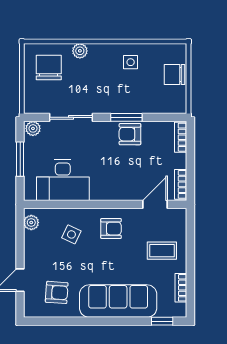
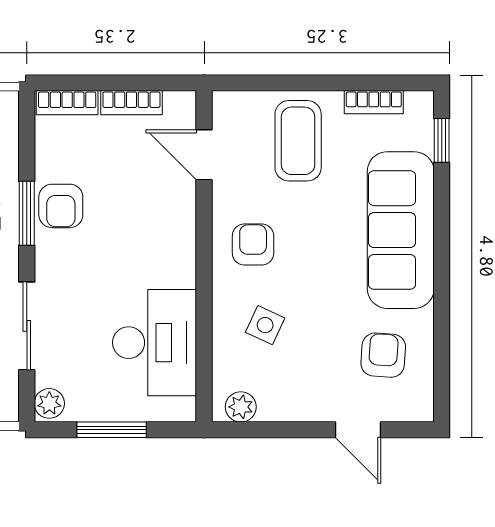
bookcase: (181, 184) -> (131, 103), moved
coffee table: (162, 251) -> (298, 141), width x1.36, depth x1.30

